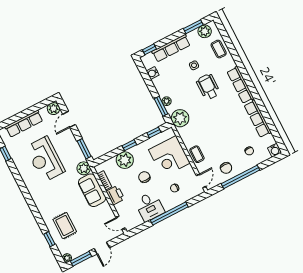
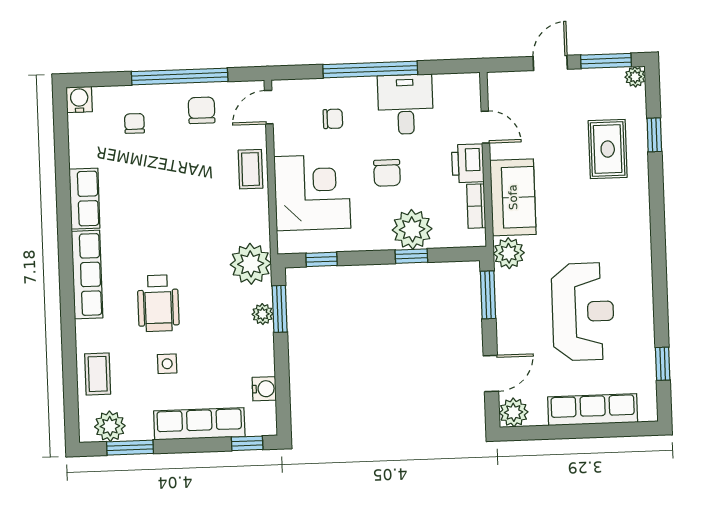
row of seats: (258, 119) -> (85, 199), width x0.68
window: (129, 145) -> (411, 256), moved
door: (121, 223) -> (485, 127), moved

